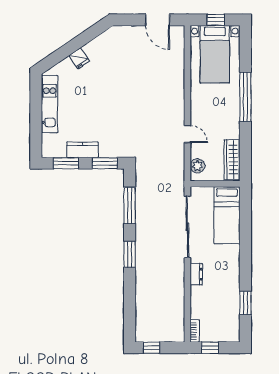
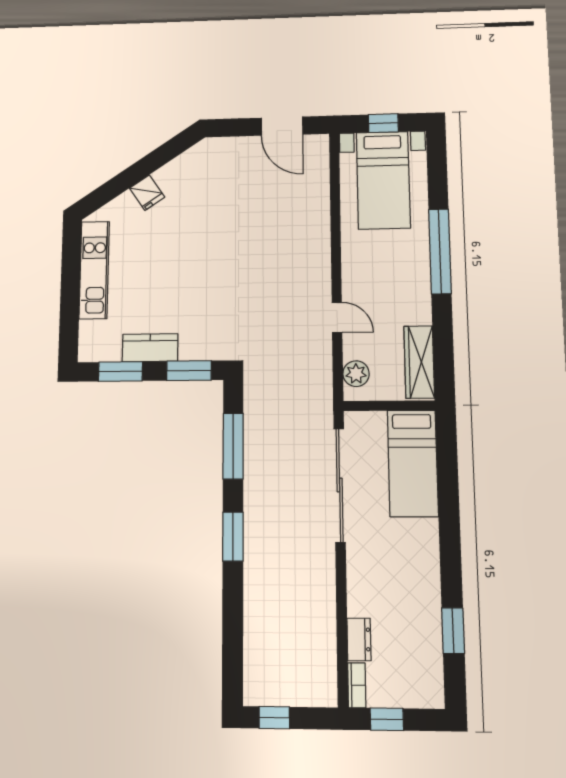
dresser: (196, 274) -> (359, 639), moved

